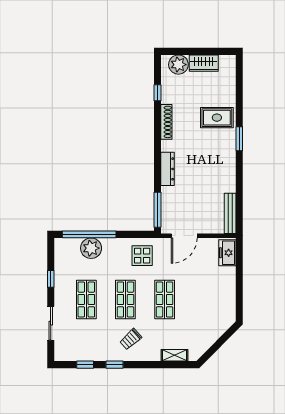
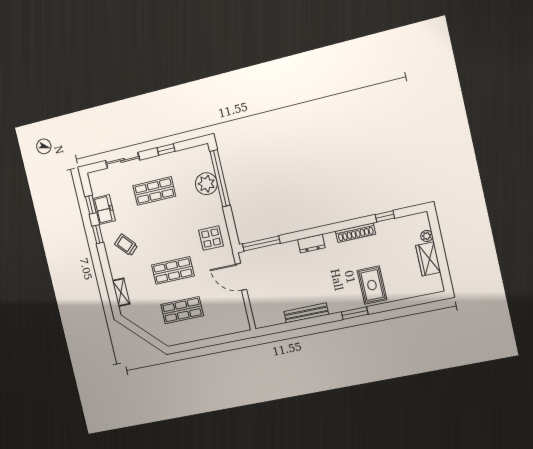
plant: (178, 65) -> (427, 236), width x0.53, depth x0.53
dresser: (168, 169) -> (311, 244), width x0.70
bench: (230, 213) -> (306, 313), moved
freezer: (227, 253) -> (104, 210), moved, turned 90
shop shelf: (125, 299) -> (182, 310), moved

